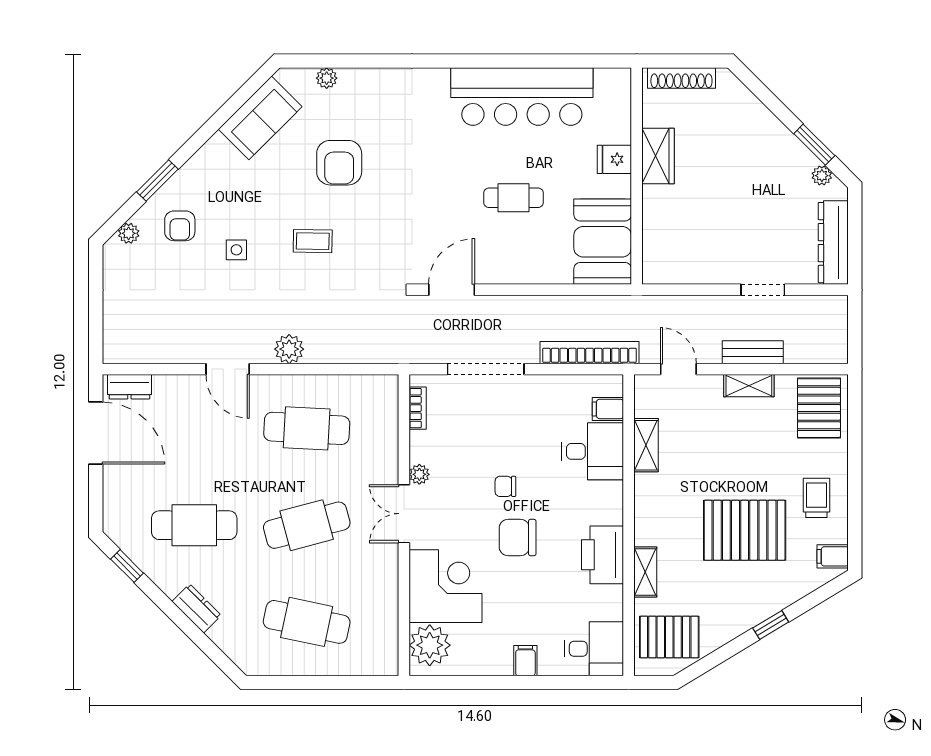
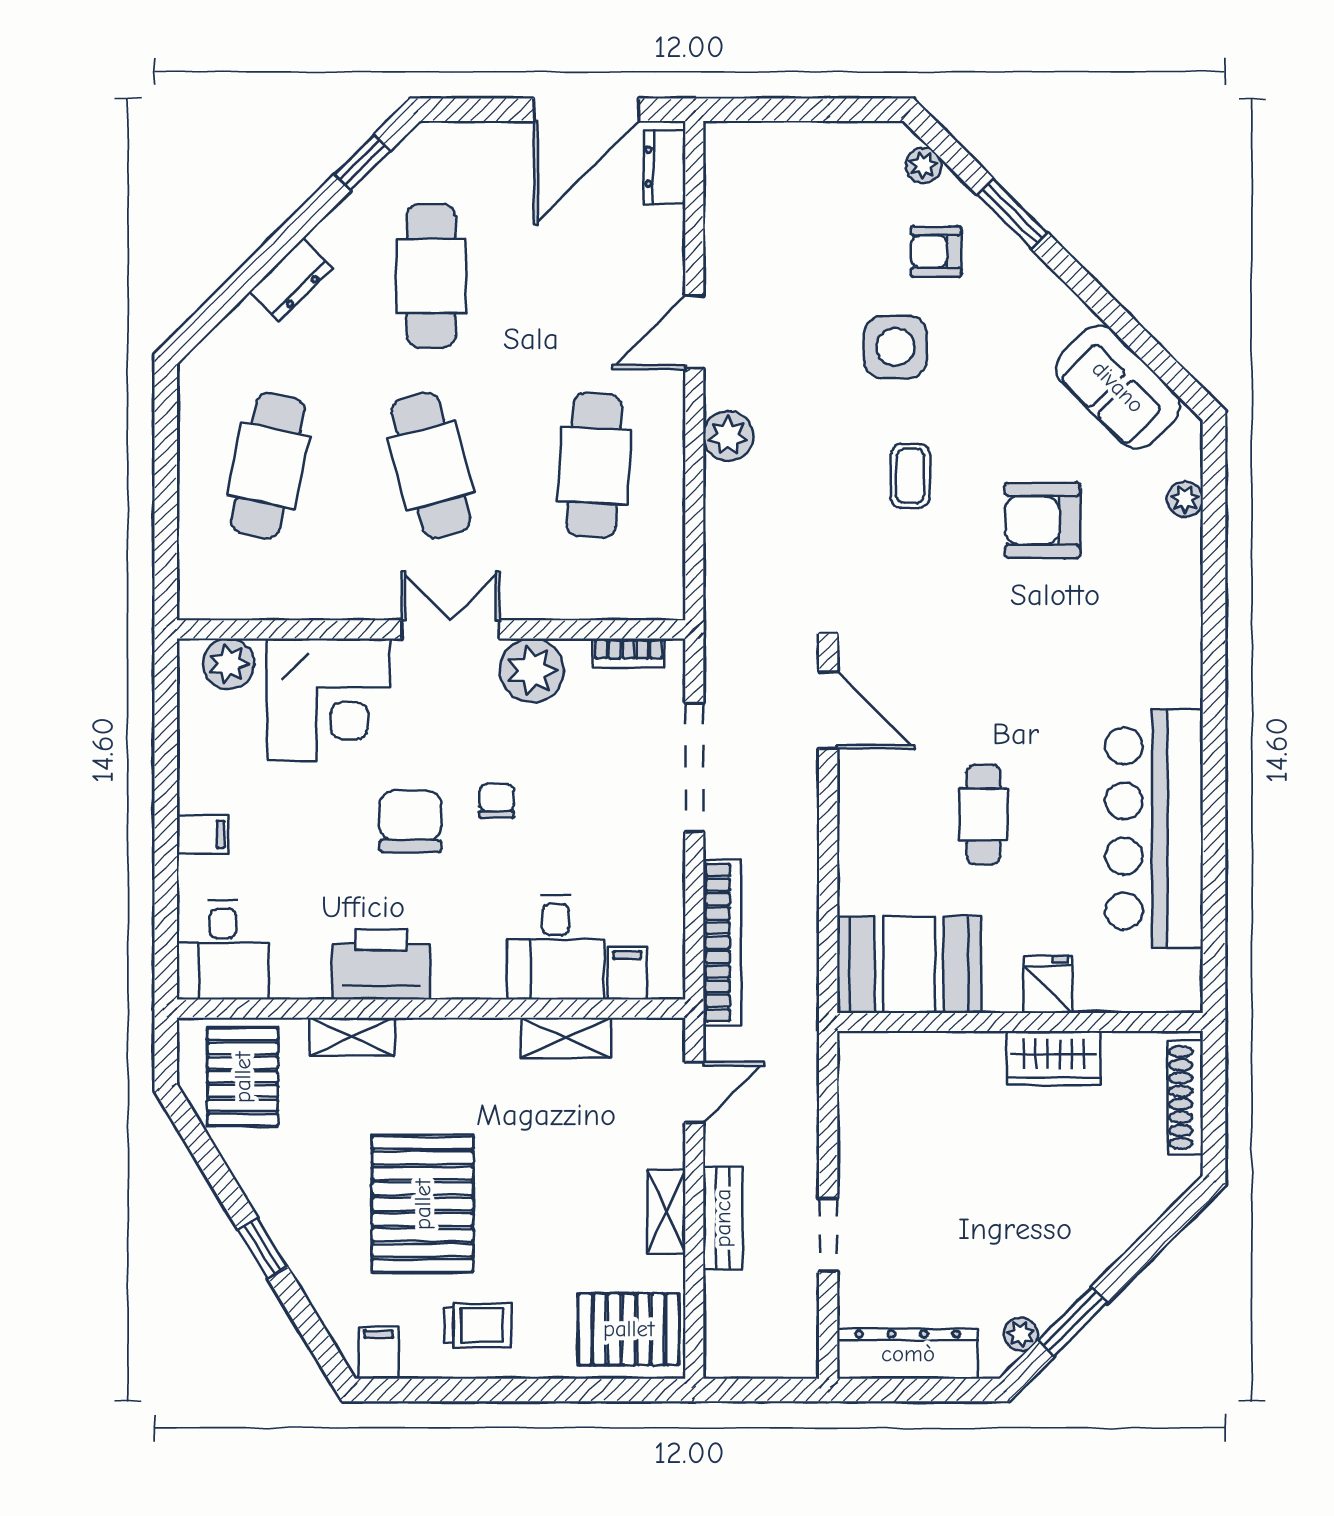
side table: (236, 250) -> (895, 347), width x1.87, depth x1.87
plant: (419, 474) -> (532, 670), width x1.87, depth x1.87
plant: (430, 645) -> (229, 664), width x0.73, depth x0.73

